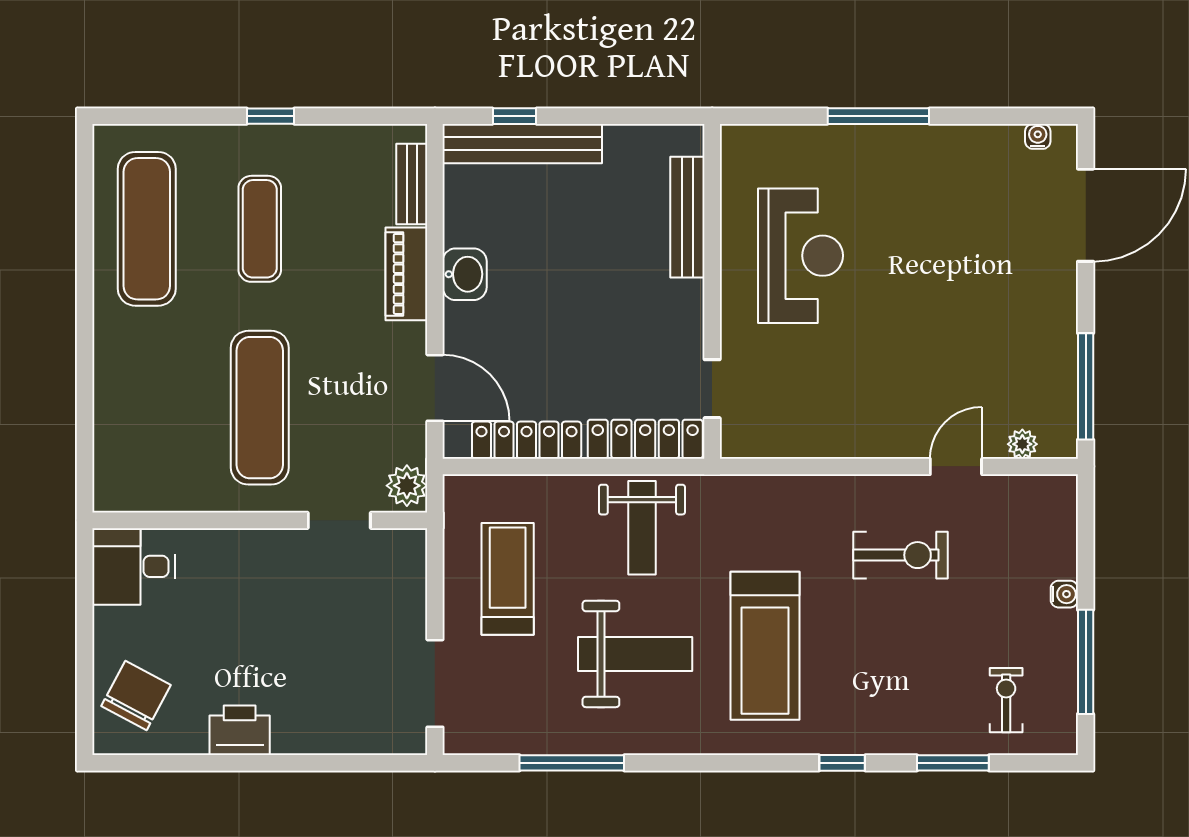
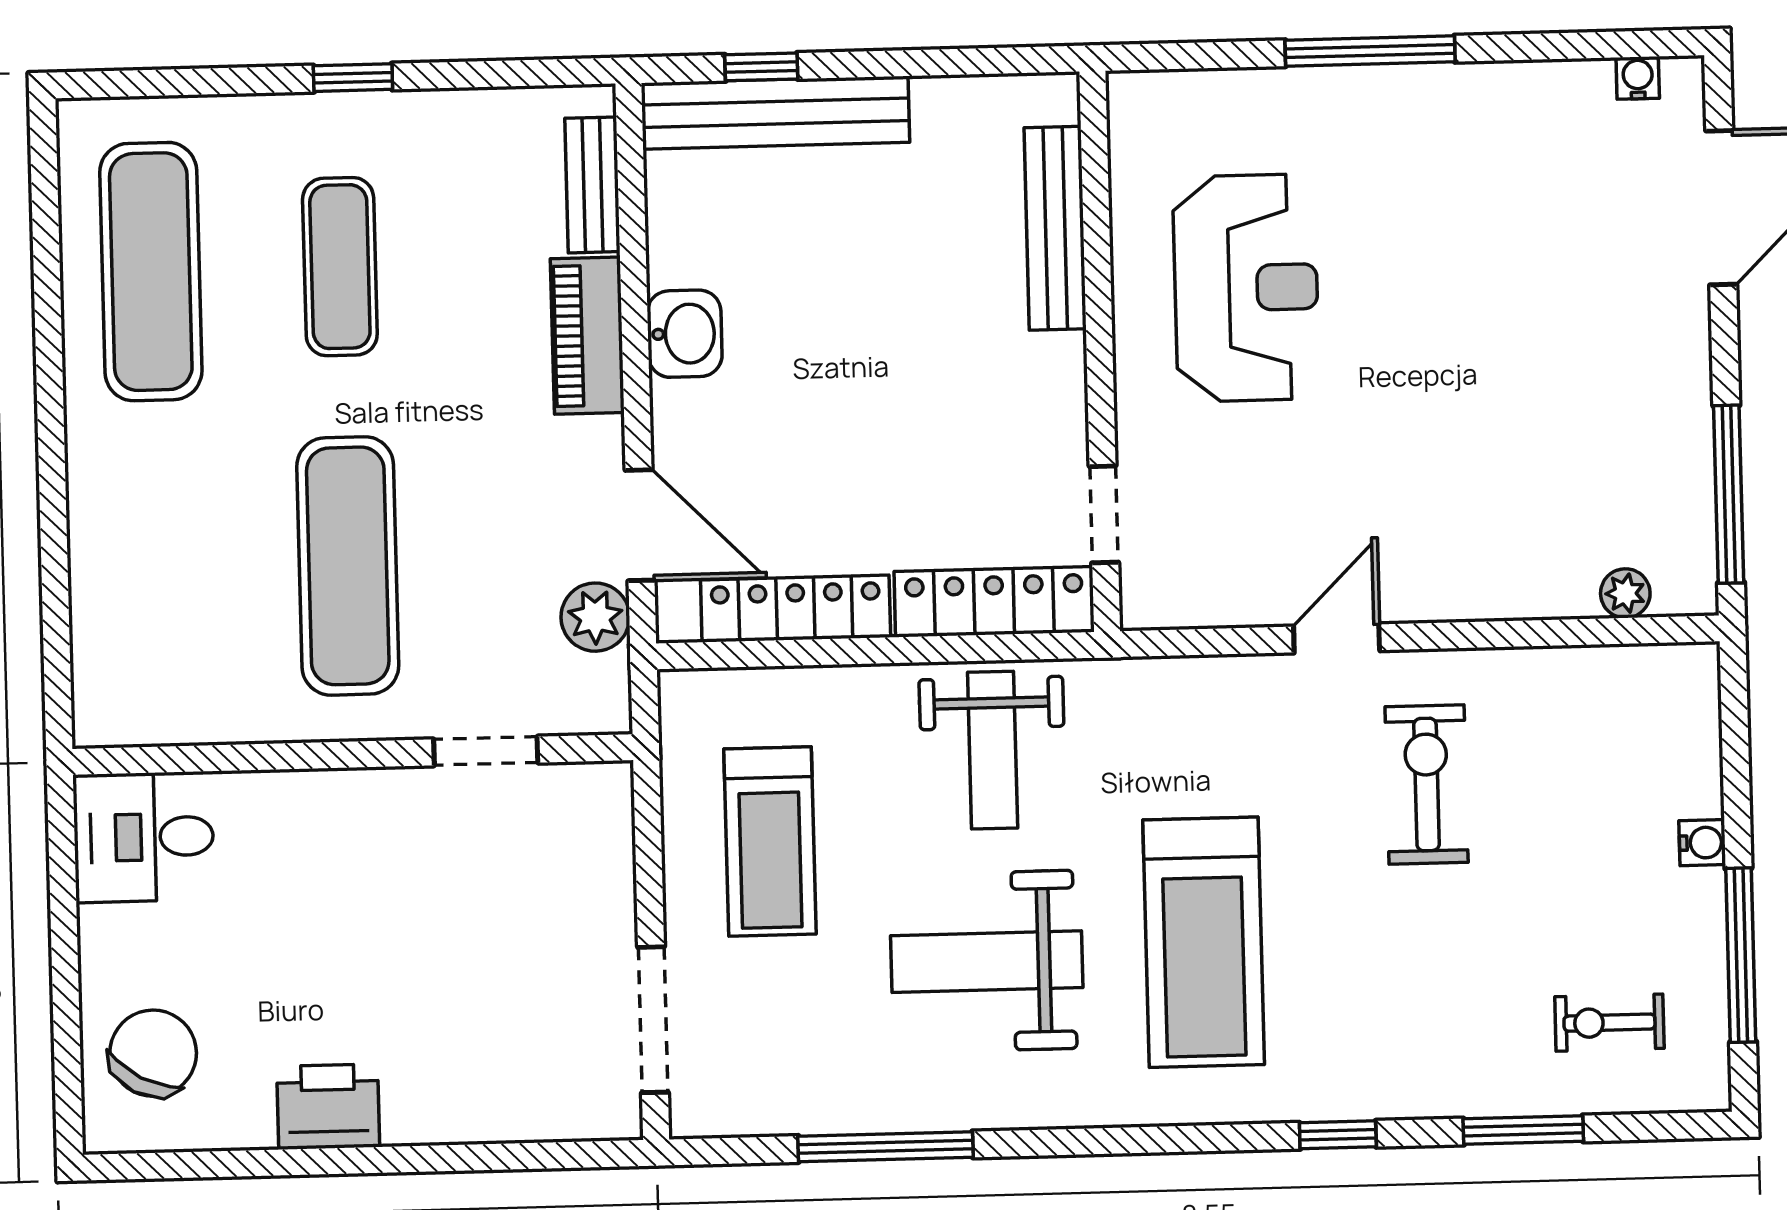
door: (956, 466) -> (1337, 638), moved
plant: (407, 486) -> (595, 617), moved
exercise bike: (901, 555) -> (1427, 784), turned -90
treadmill: (508, 579) -> (770, 841), turned 180
weight bench: (635, 654) -> (987, 962), turned 180
exercise bike: (1006, 700) -> (1609, 1023), turned -90

